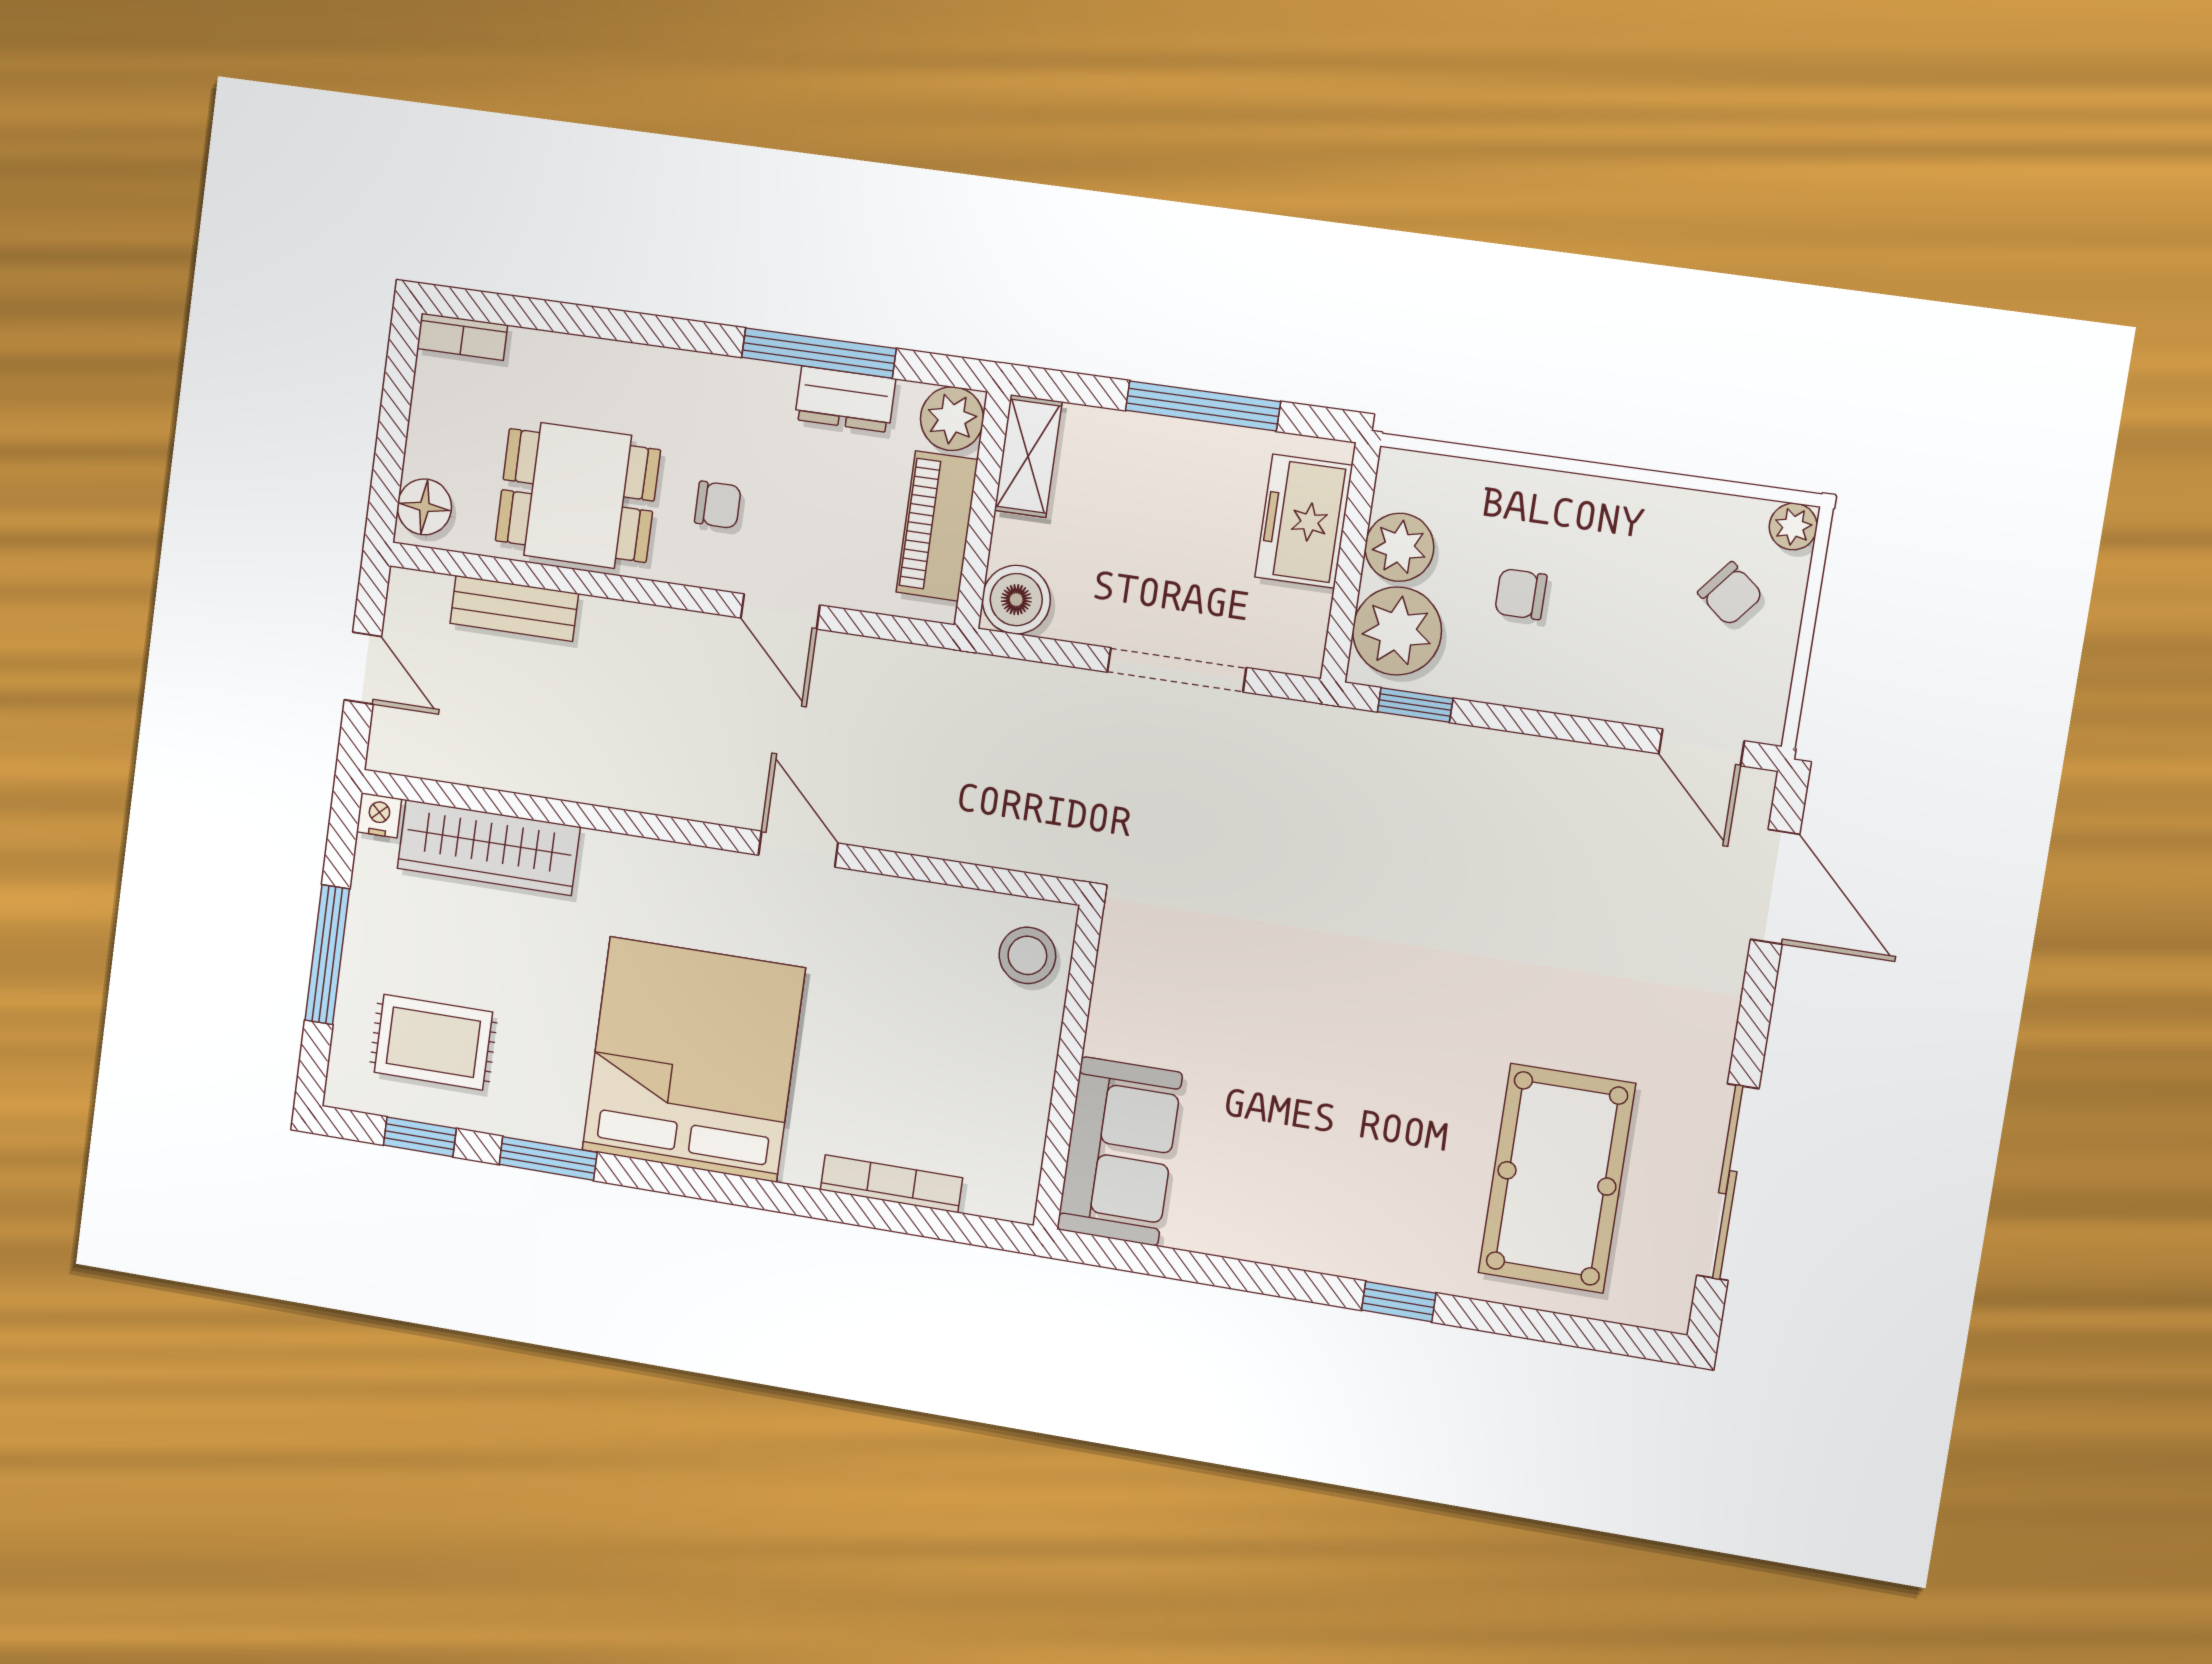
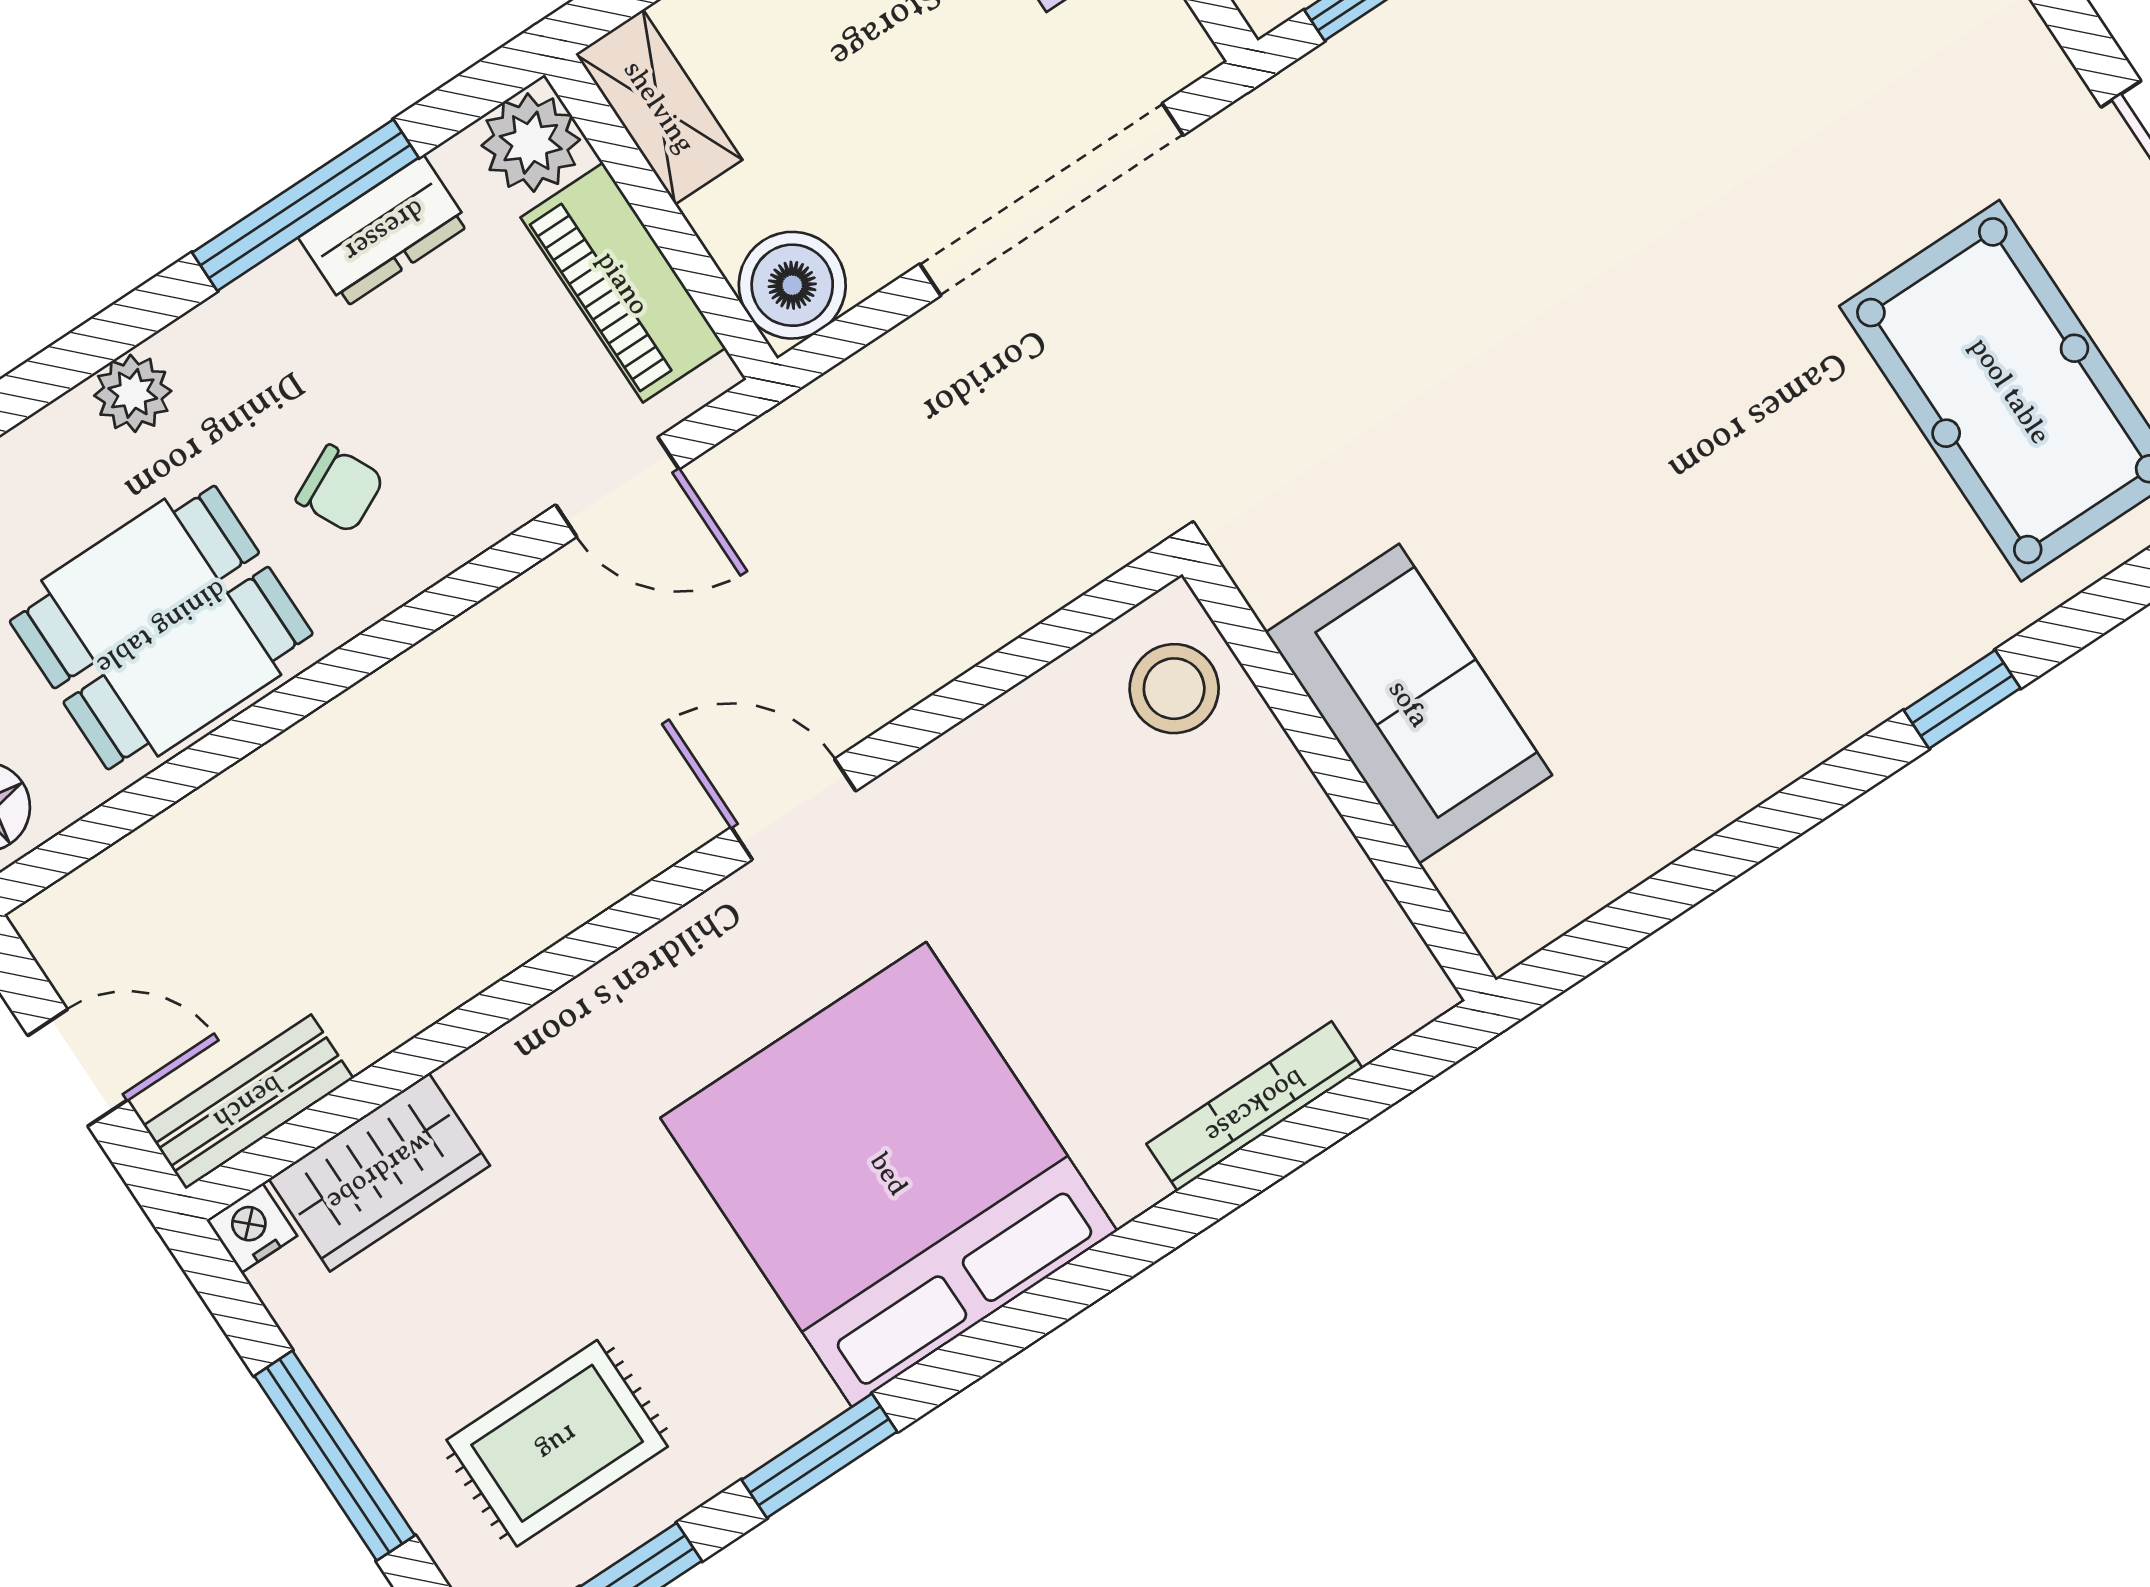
plant: (660, 371) -> (133, 393), added
chair: (718, 505) -> (340, 489), turned 64
bench: (514, 608) -> (248, 1102), moved
door: (780, 611) -> (617, 487), moved
doorway: (1177, 670) -> (1052, 200), width x1.36
wardrobe: (488, 848) -> (379, 1172), width x0.67
sofa: (1120, 1151) -> (1409, 704), moved

